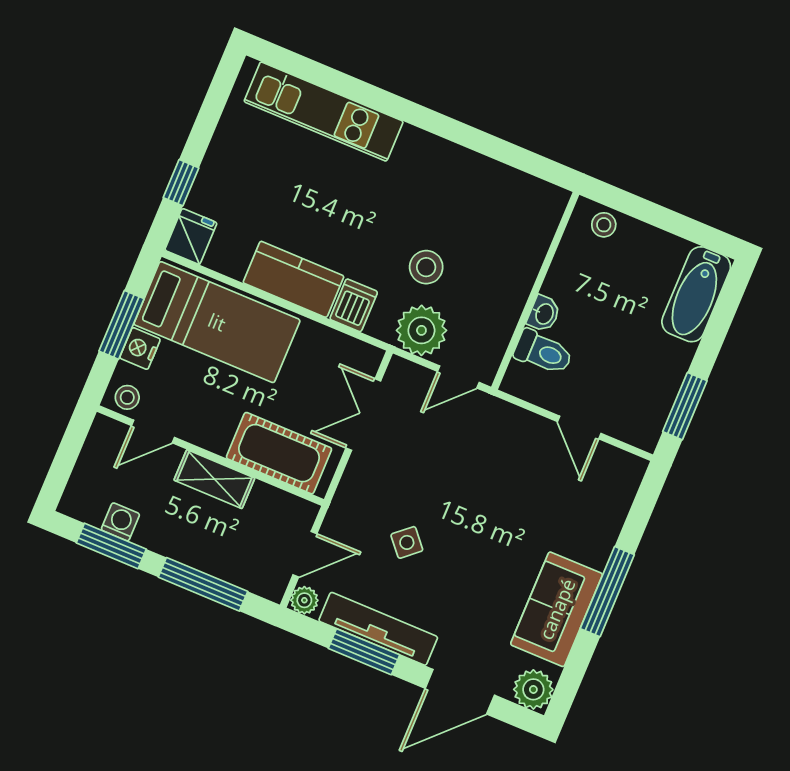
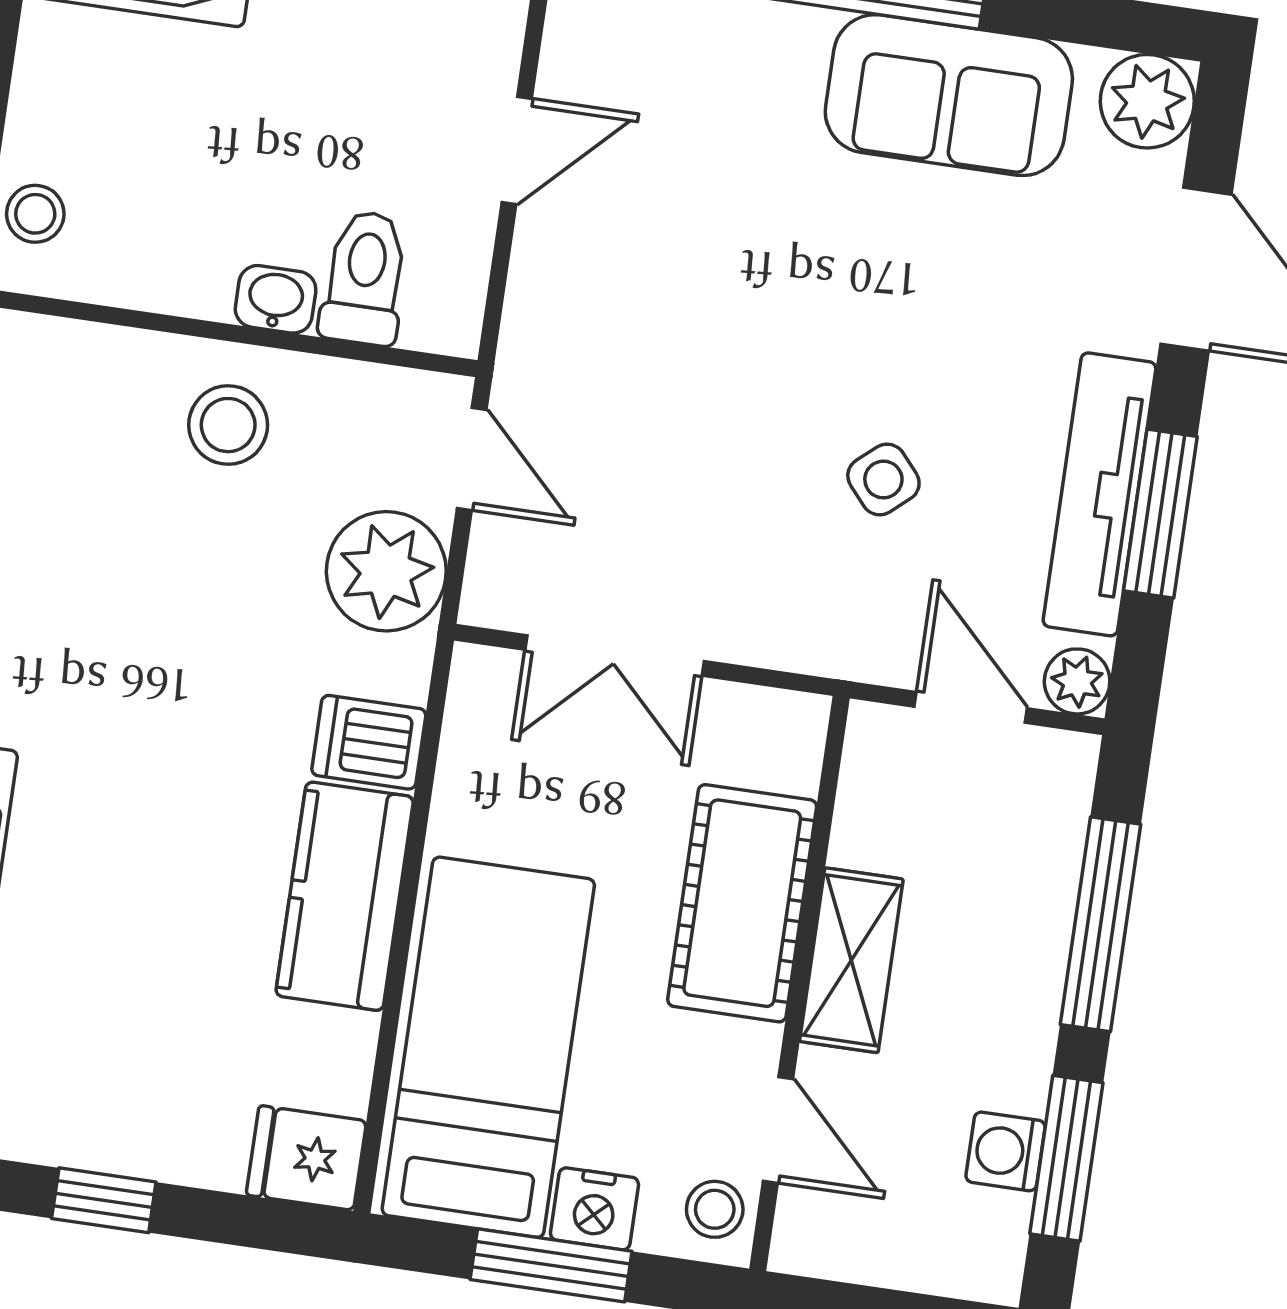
window: (181, 183) -> (104, 1200), moved
stool: (426, 267) -> (228, 425), moved
cot: (279, 453) -> (742, 903), moved

